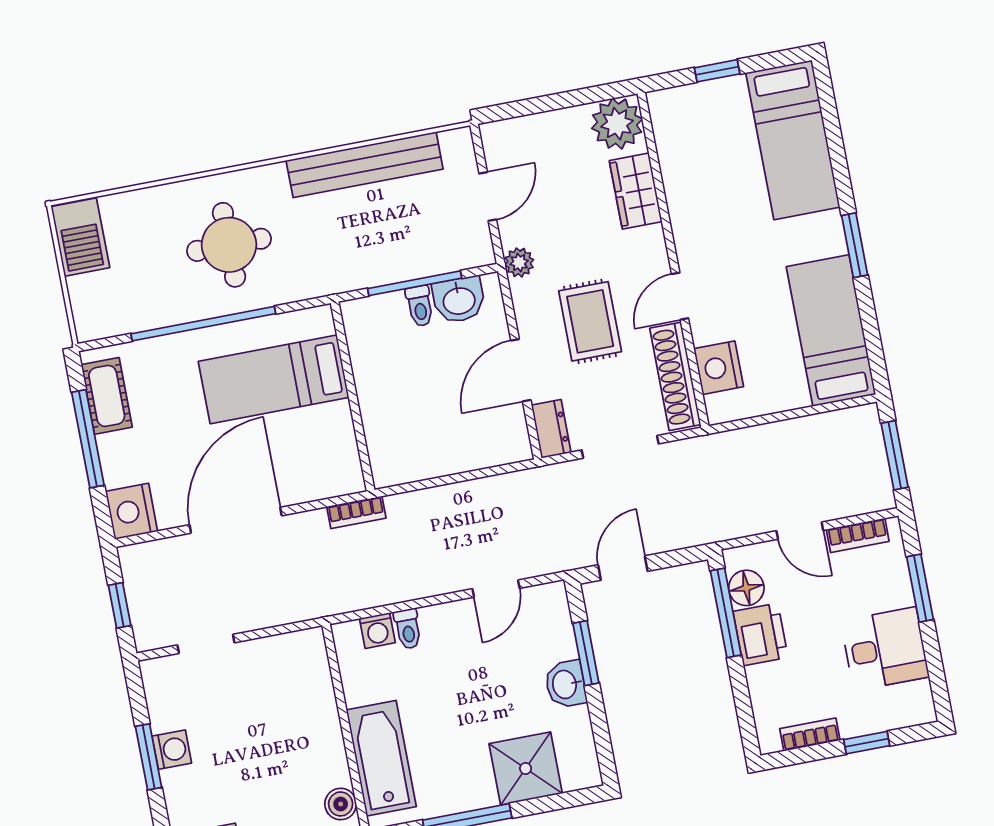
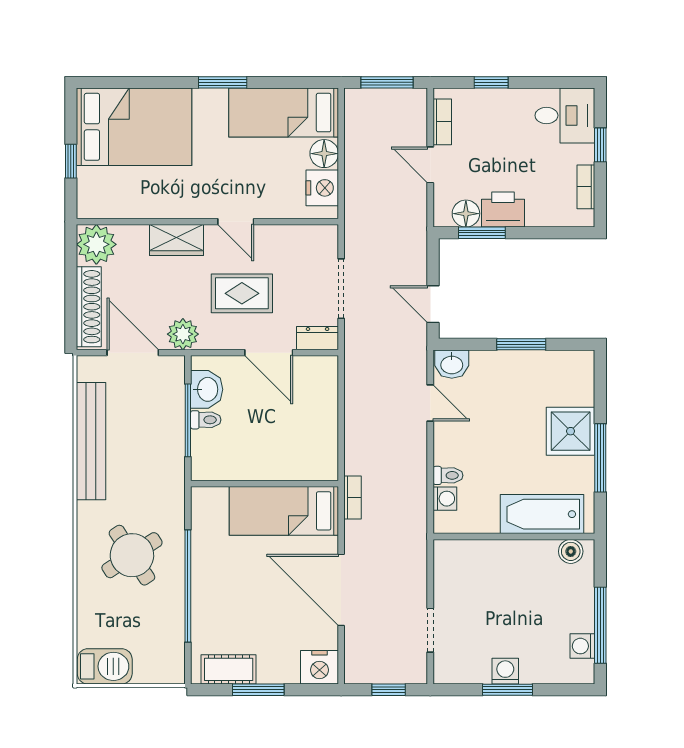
bed: (793, 140) -> (134, 127), width x1.50
wardrobe: (636, 191) -> (177, 240), moved
door: (488, 196) -> (133, 353), width x1.38
round table: (229, 245) -> (132, 555), turned -33
plant: (519, 262) -> (183, 334), width x1.38, depth x1.38
nightstand: (719, 368) -> (322, 188), moved, turned -90
shoe rack: (675, 376) -> (89, 307), moved, turned -90
bed: (274, 379) -> (284, 511), moved, turned 90
floor lamp: (788, 392) -> (324, 154), added
window: (88, 439) -> (258, 690), width x0.69
door: (800, 531) -> (430, 165), swing flipped
window: (920, 588) -> (491, 82), width x0.67
window: (726, 613) -> (482, 233), width x0.69
desk: (885, 649) -> (565, 115), moved, turned 90
window: (586, 653) -> (521, 344), moved
washbasin: (566, 684) -> (452, 364), moved
shower: (526, 768) -> (571, 431), moved

